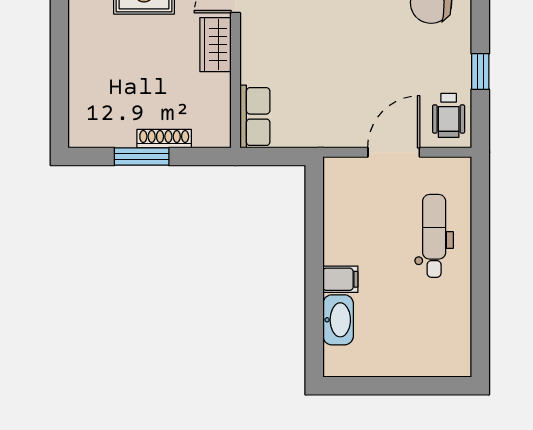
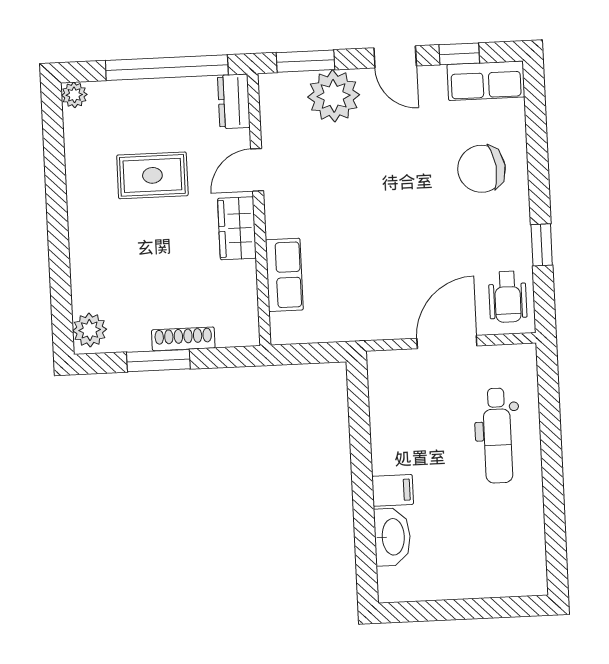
row of seats: (255, 117) -> (284, 275), moved
plant: (83, 127) -> (90, 330), added
dental chair: (434, 236) -> (498, 436), turned 180

